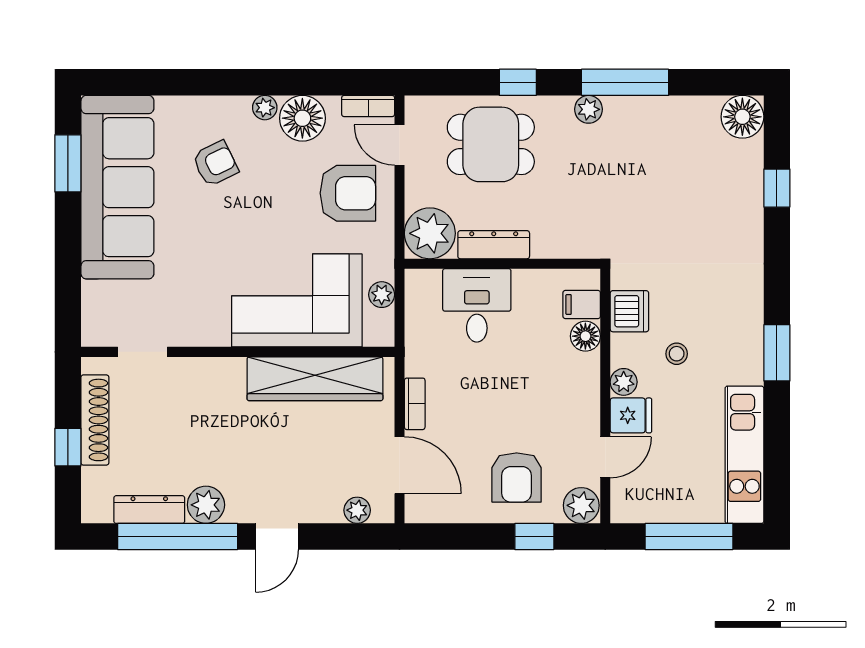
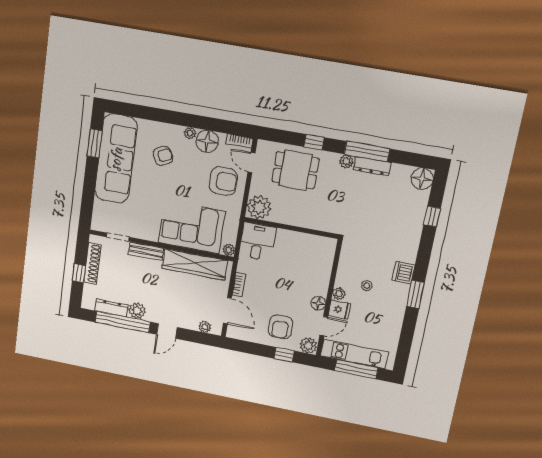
dresser: (494, 245) -> (372, 166), moved, turned 180
plant: (382, 295) -> (229, 250), moved
filing cabinet: (582, 304) -> (326, 254), removed
desk: (477, 305) -> (257, 242), moved
dishwasher: (629, 311) -> (404, 273), moved, turned 180
floor lamp: (585, 336) -> (318, 303), moved
bench: (207, 371) -> (146, 251), added
kitchen unit: (744, 455) -> (354, 354), moved, turned 90

